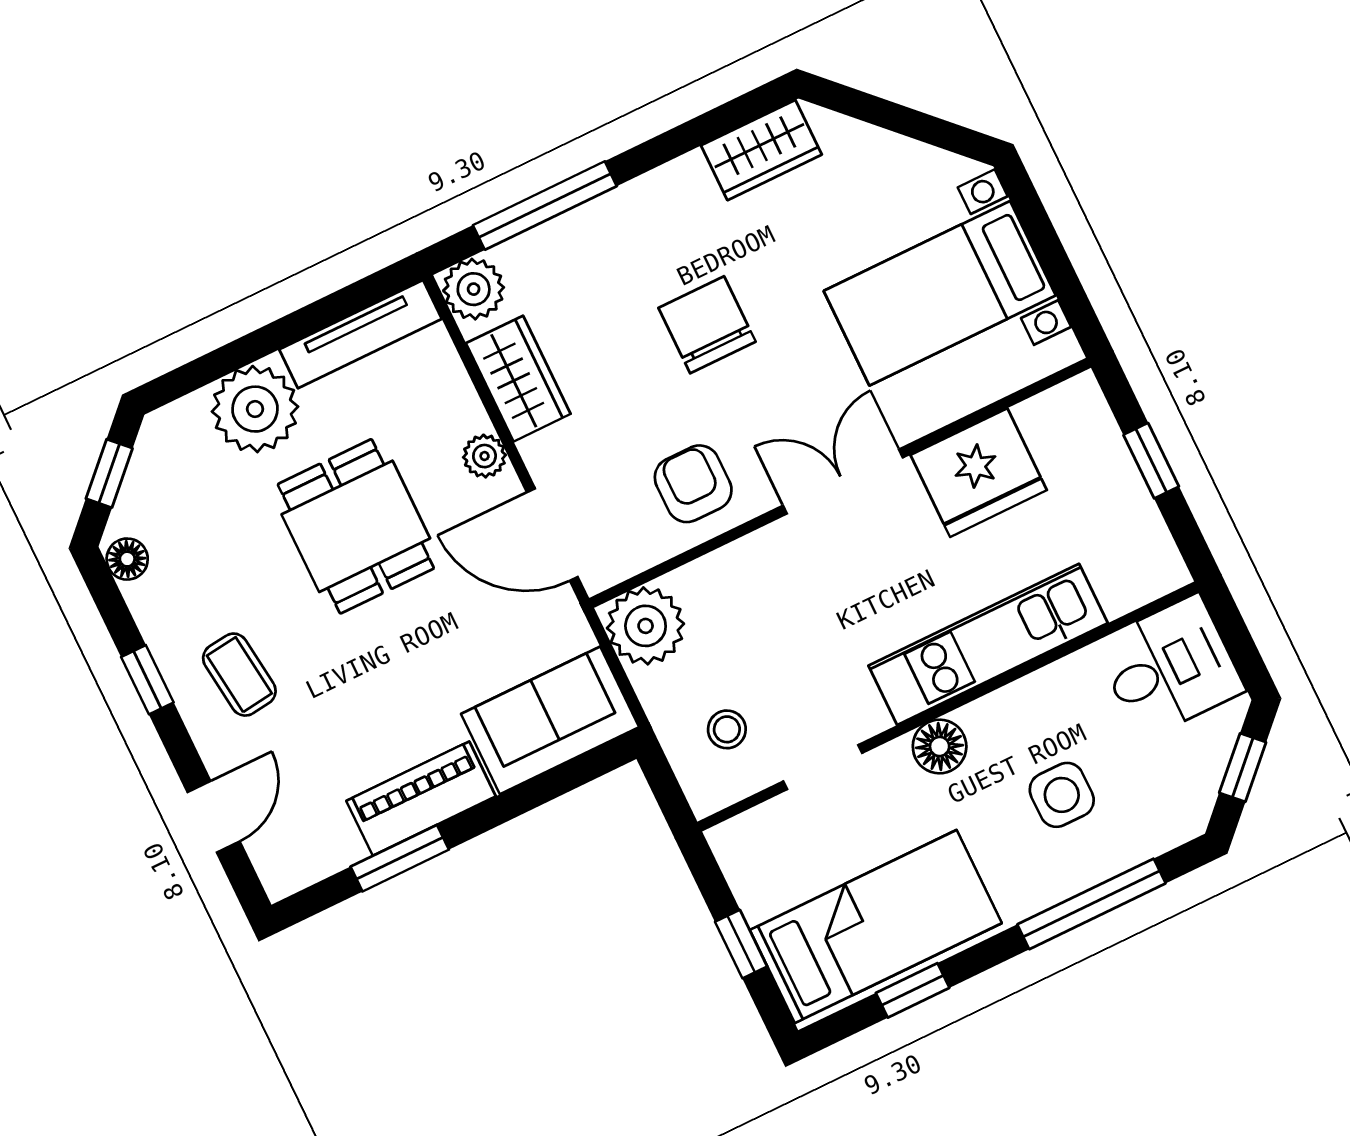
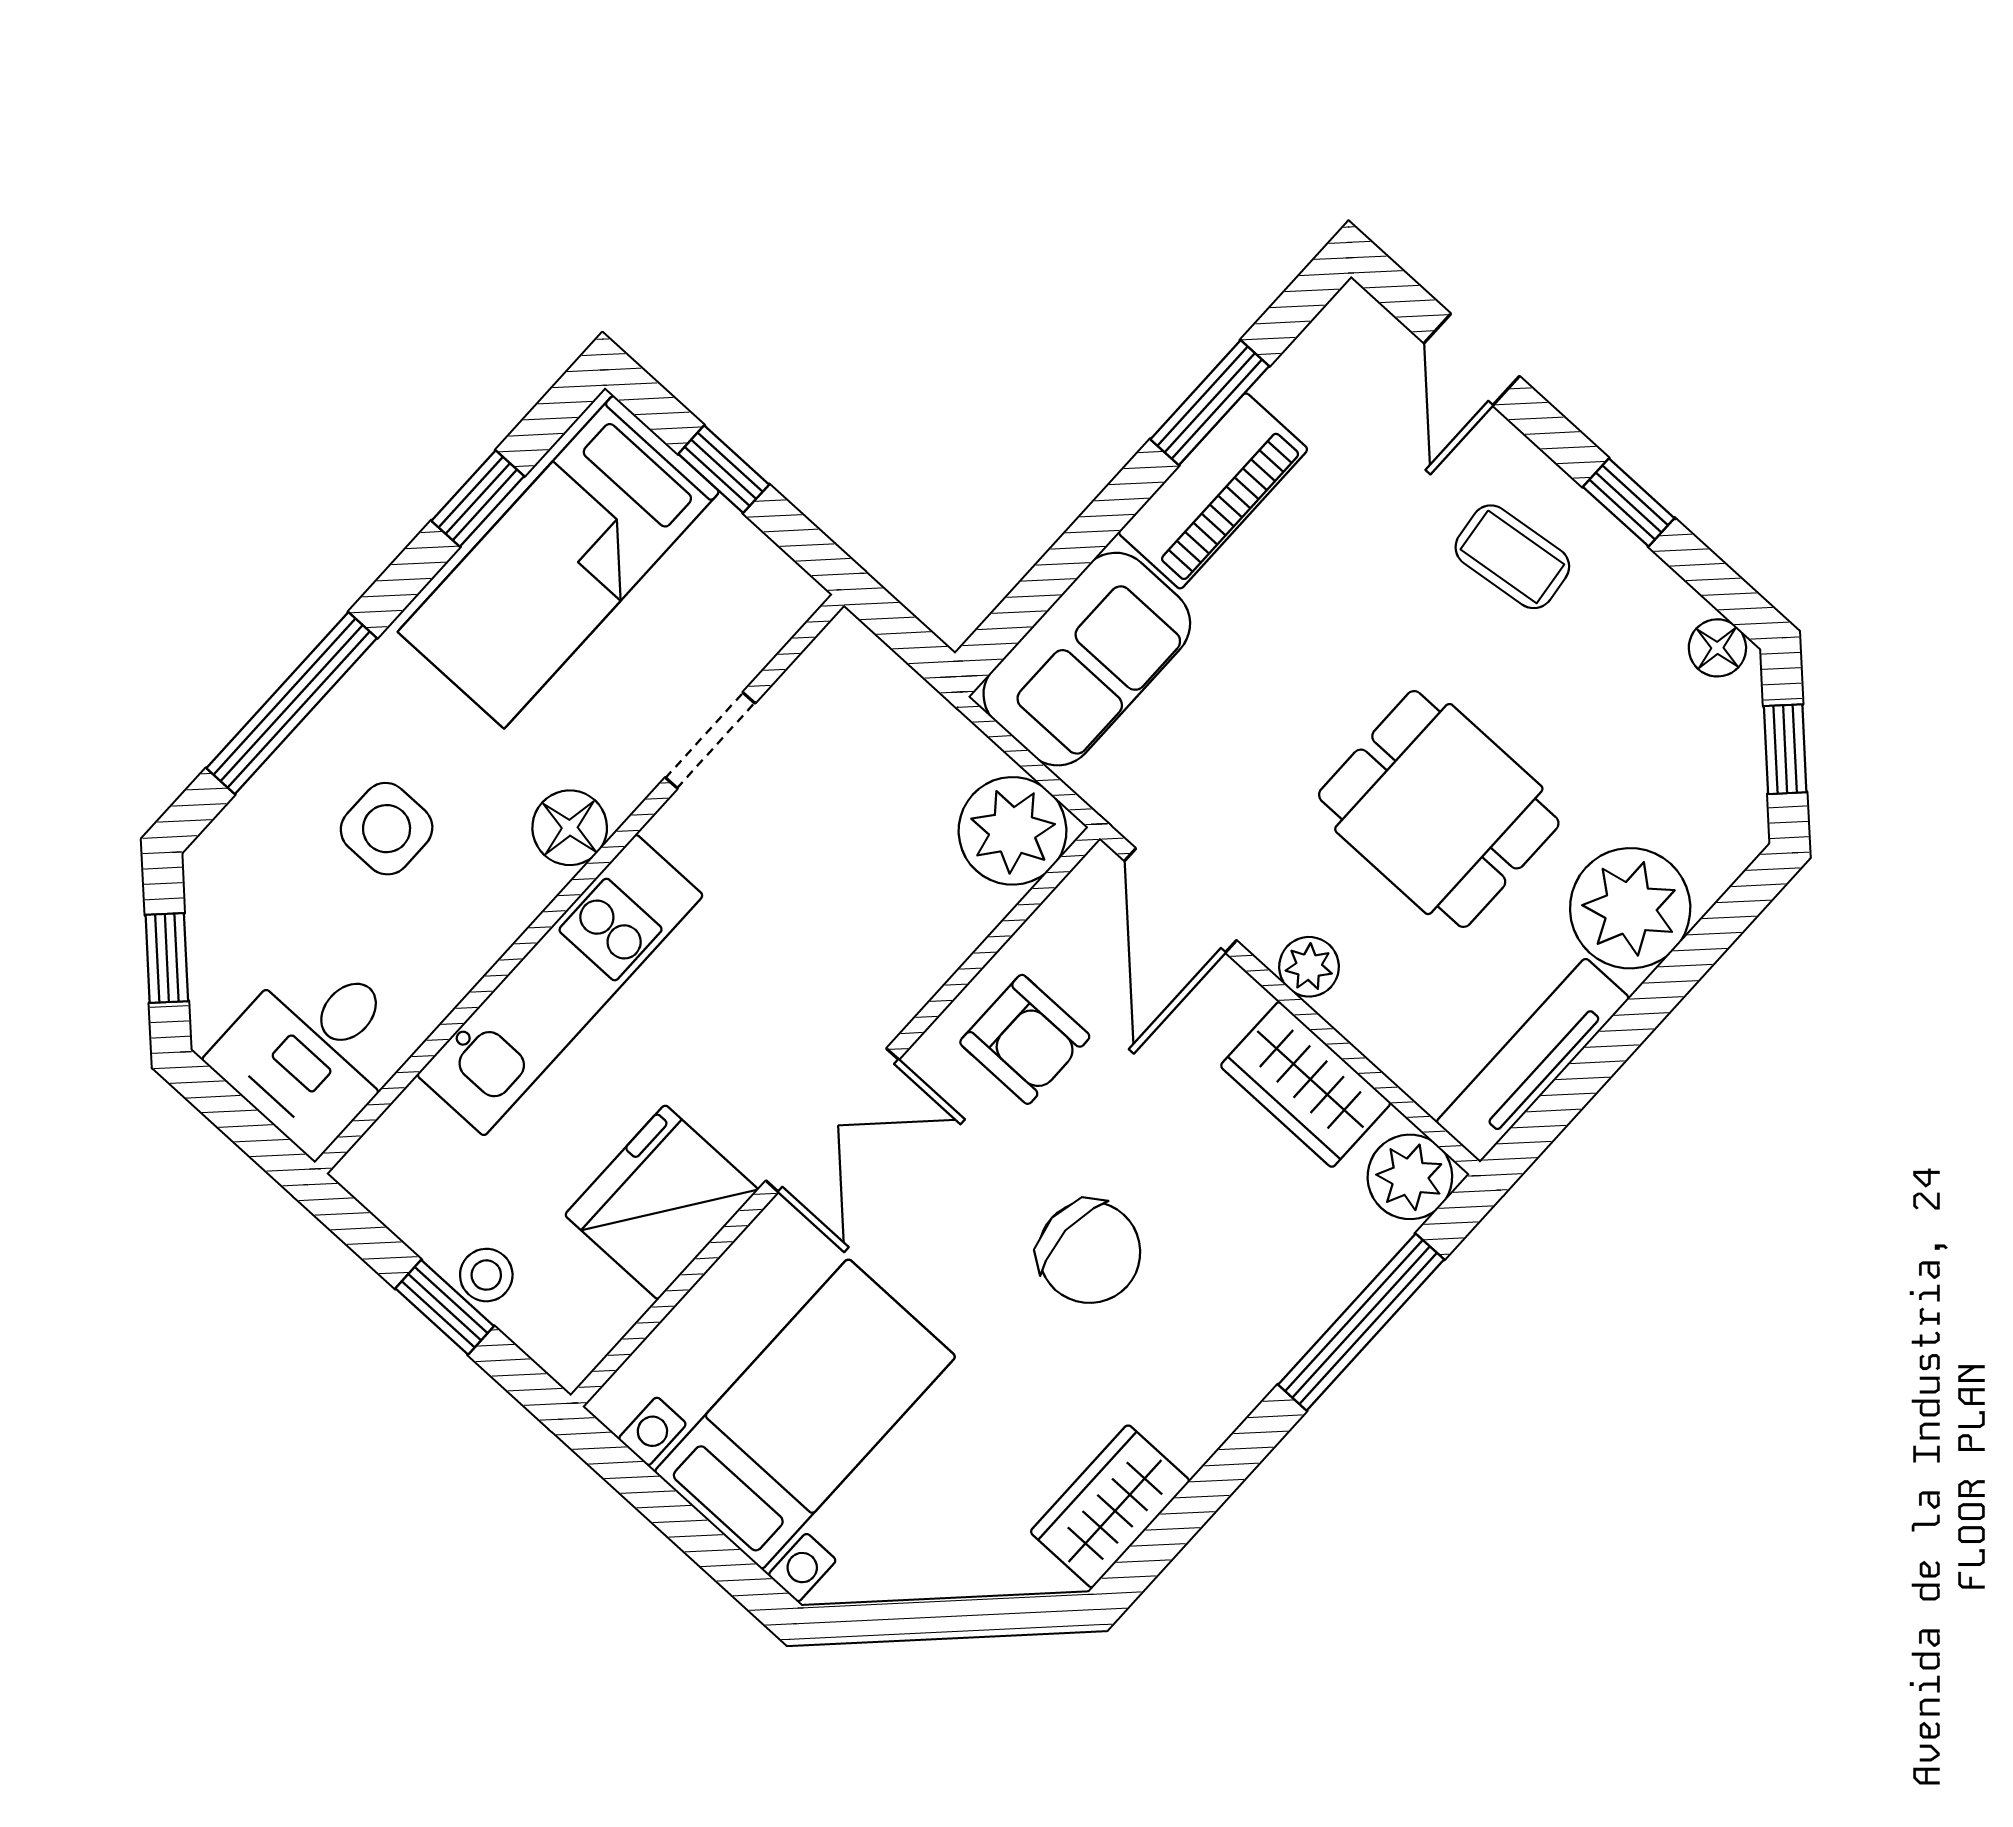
door: (552, 534) -> (1181, 901), swing flipped
stool: (727, 729) -> (486, 1275), moved

